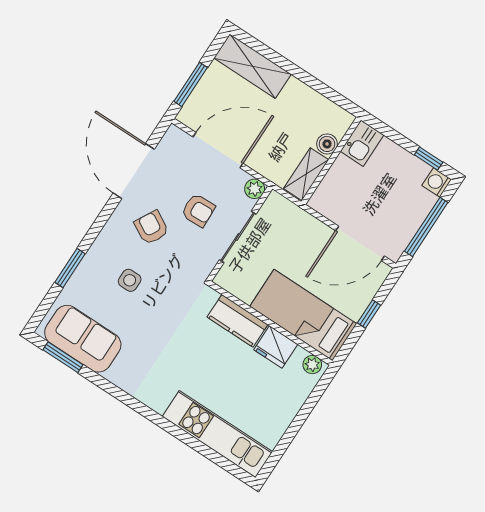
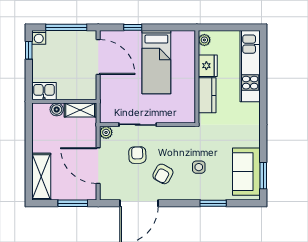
kitchen counter: (237, 321) -> (207, 95), moved
wall: (271, 323) -> (197, 77), moved
fridge: (276, 347) -> (208, 66), moved
plant: (312, 365) -> (204, 40), moved

